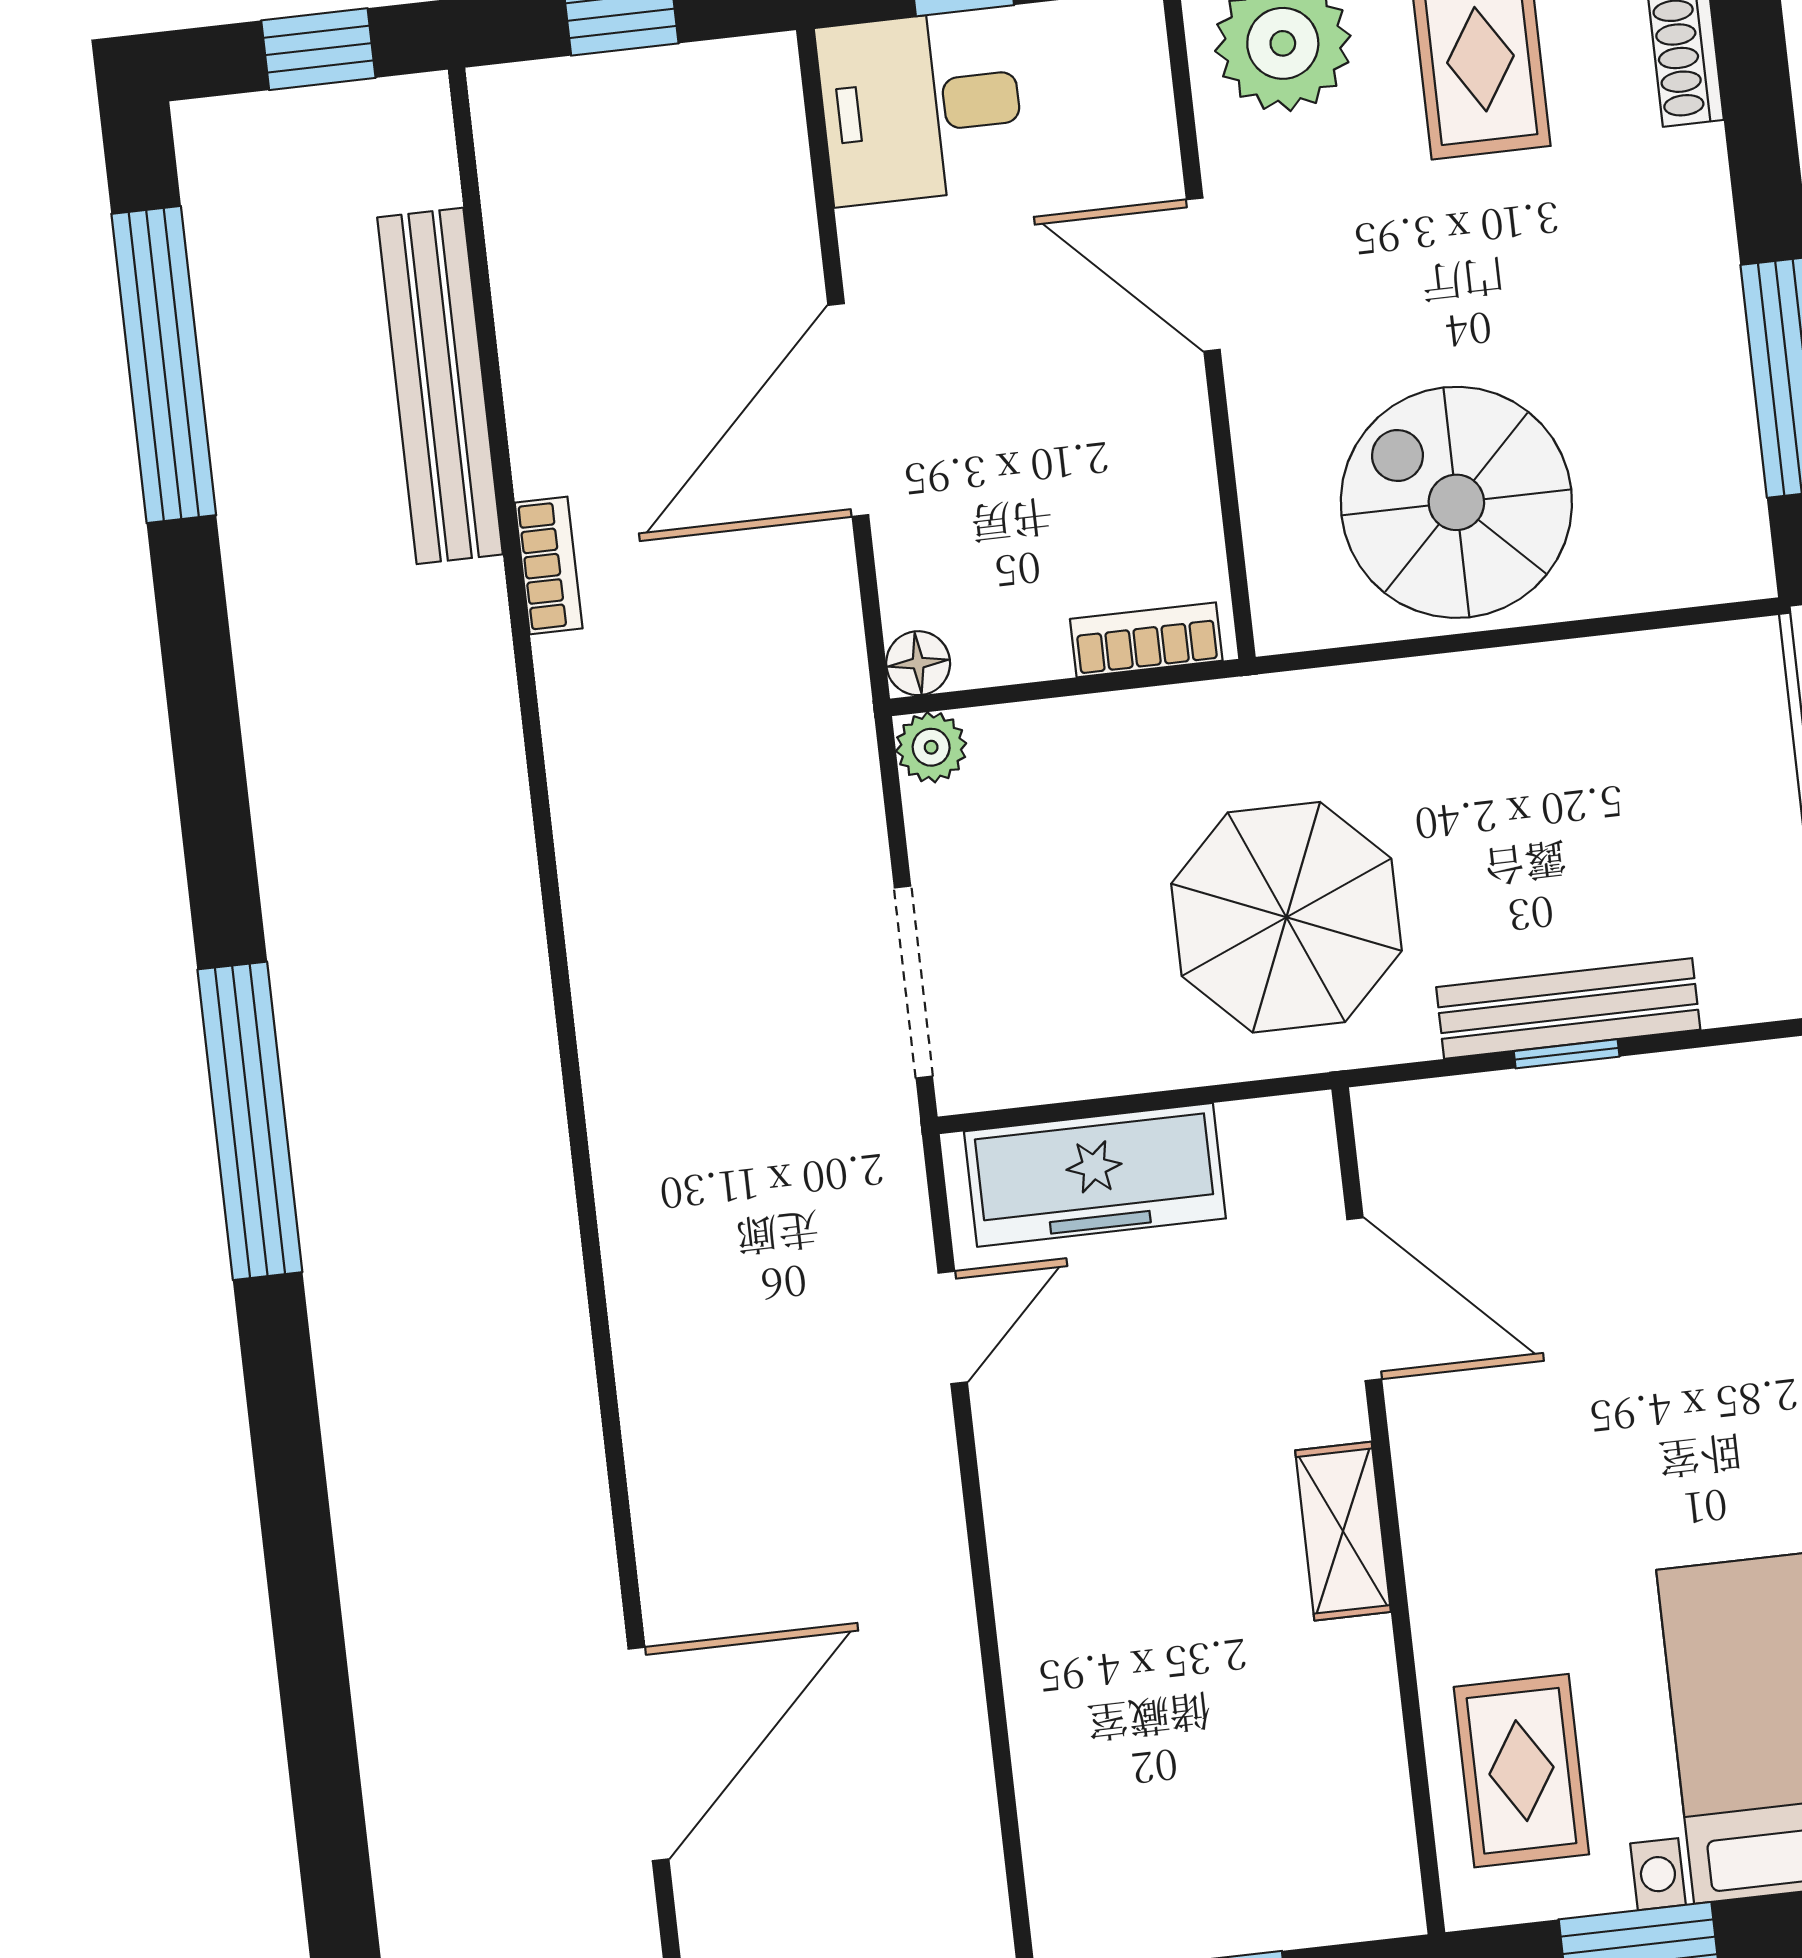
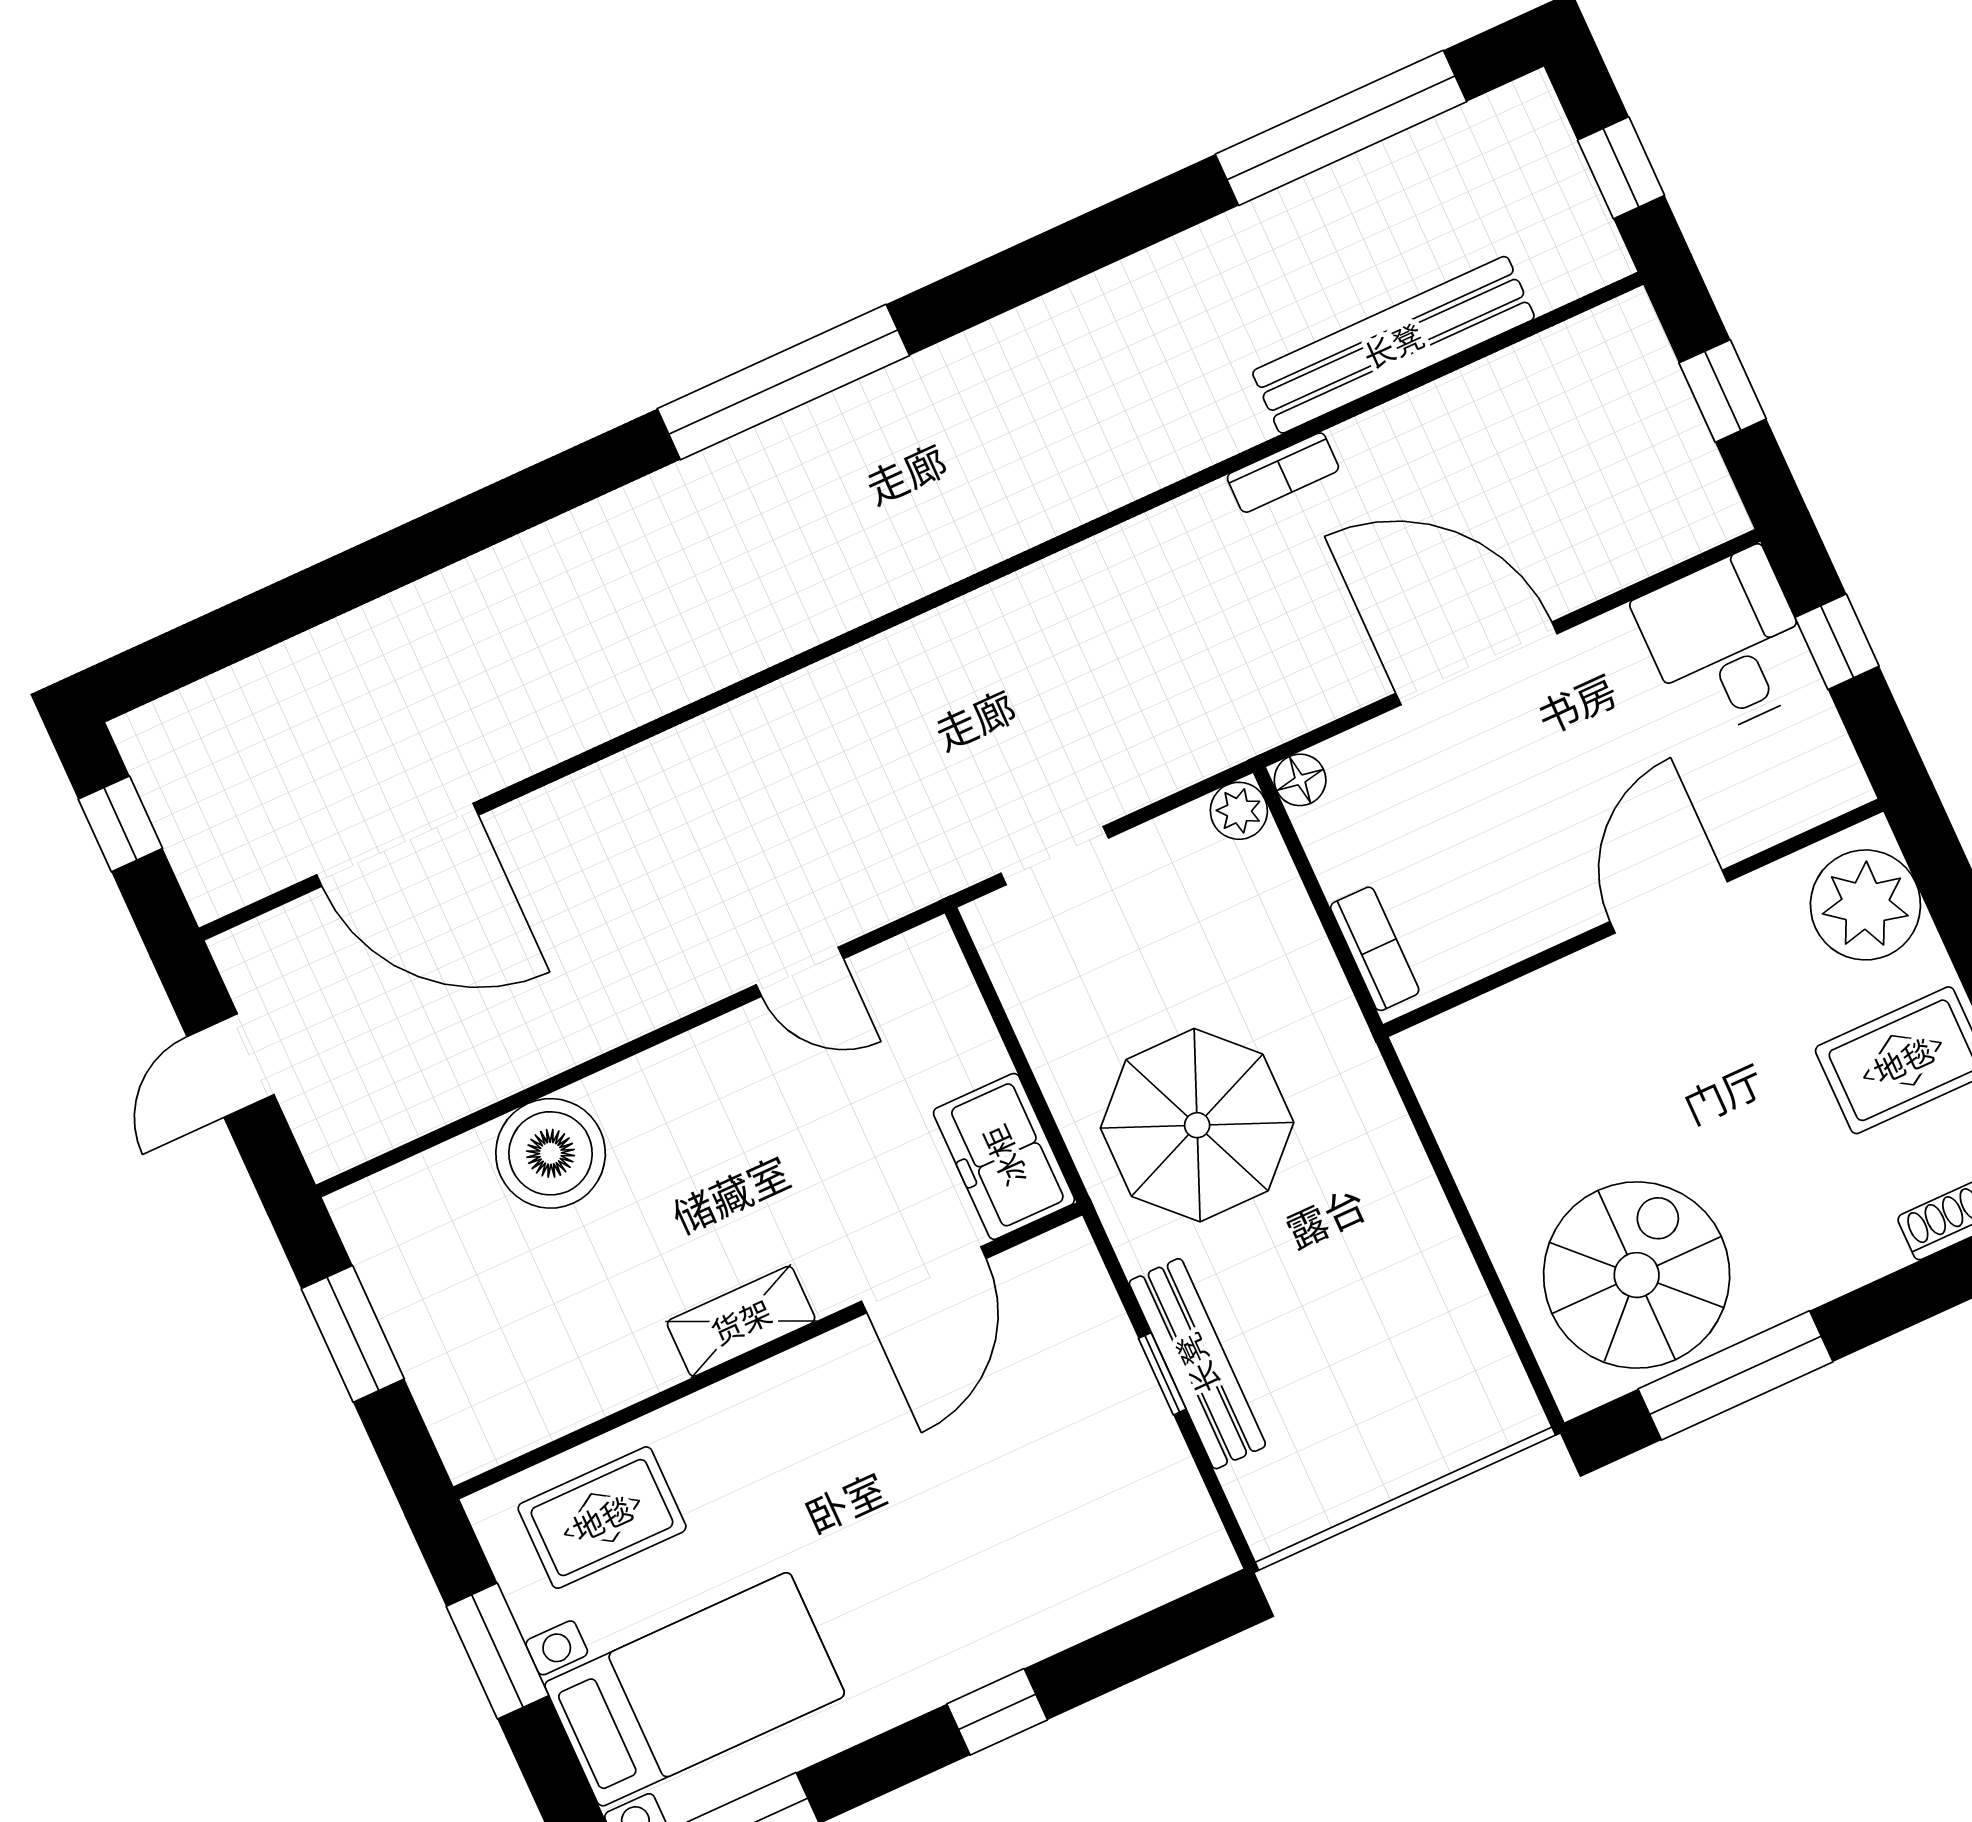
spiral stairs: (1456, 502) -> (1637, 1275), moved
doorway: (913, 982) -> (1055, 856), width x0.73
freezer: (1095, 1175) -> (1004, 1156), moved, width x0.71
boiler: (1072, 1692) -> (551, 1153), added

